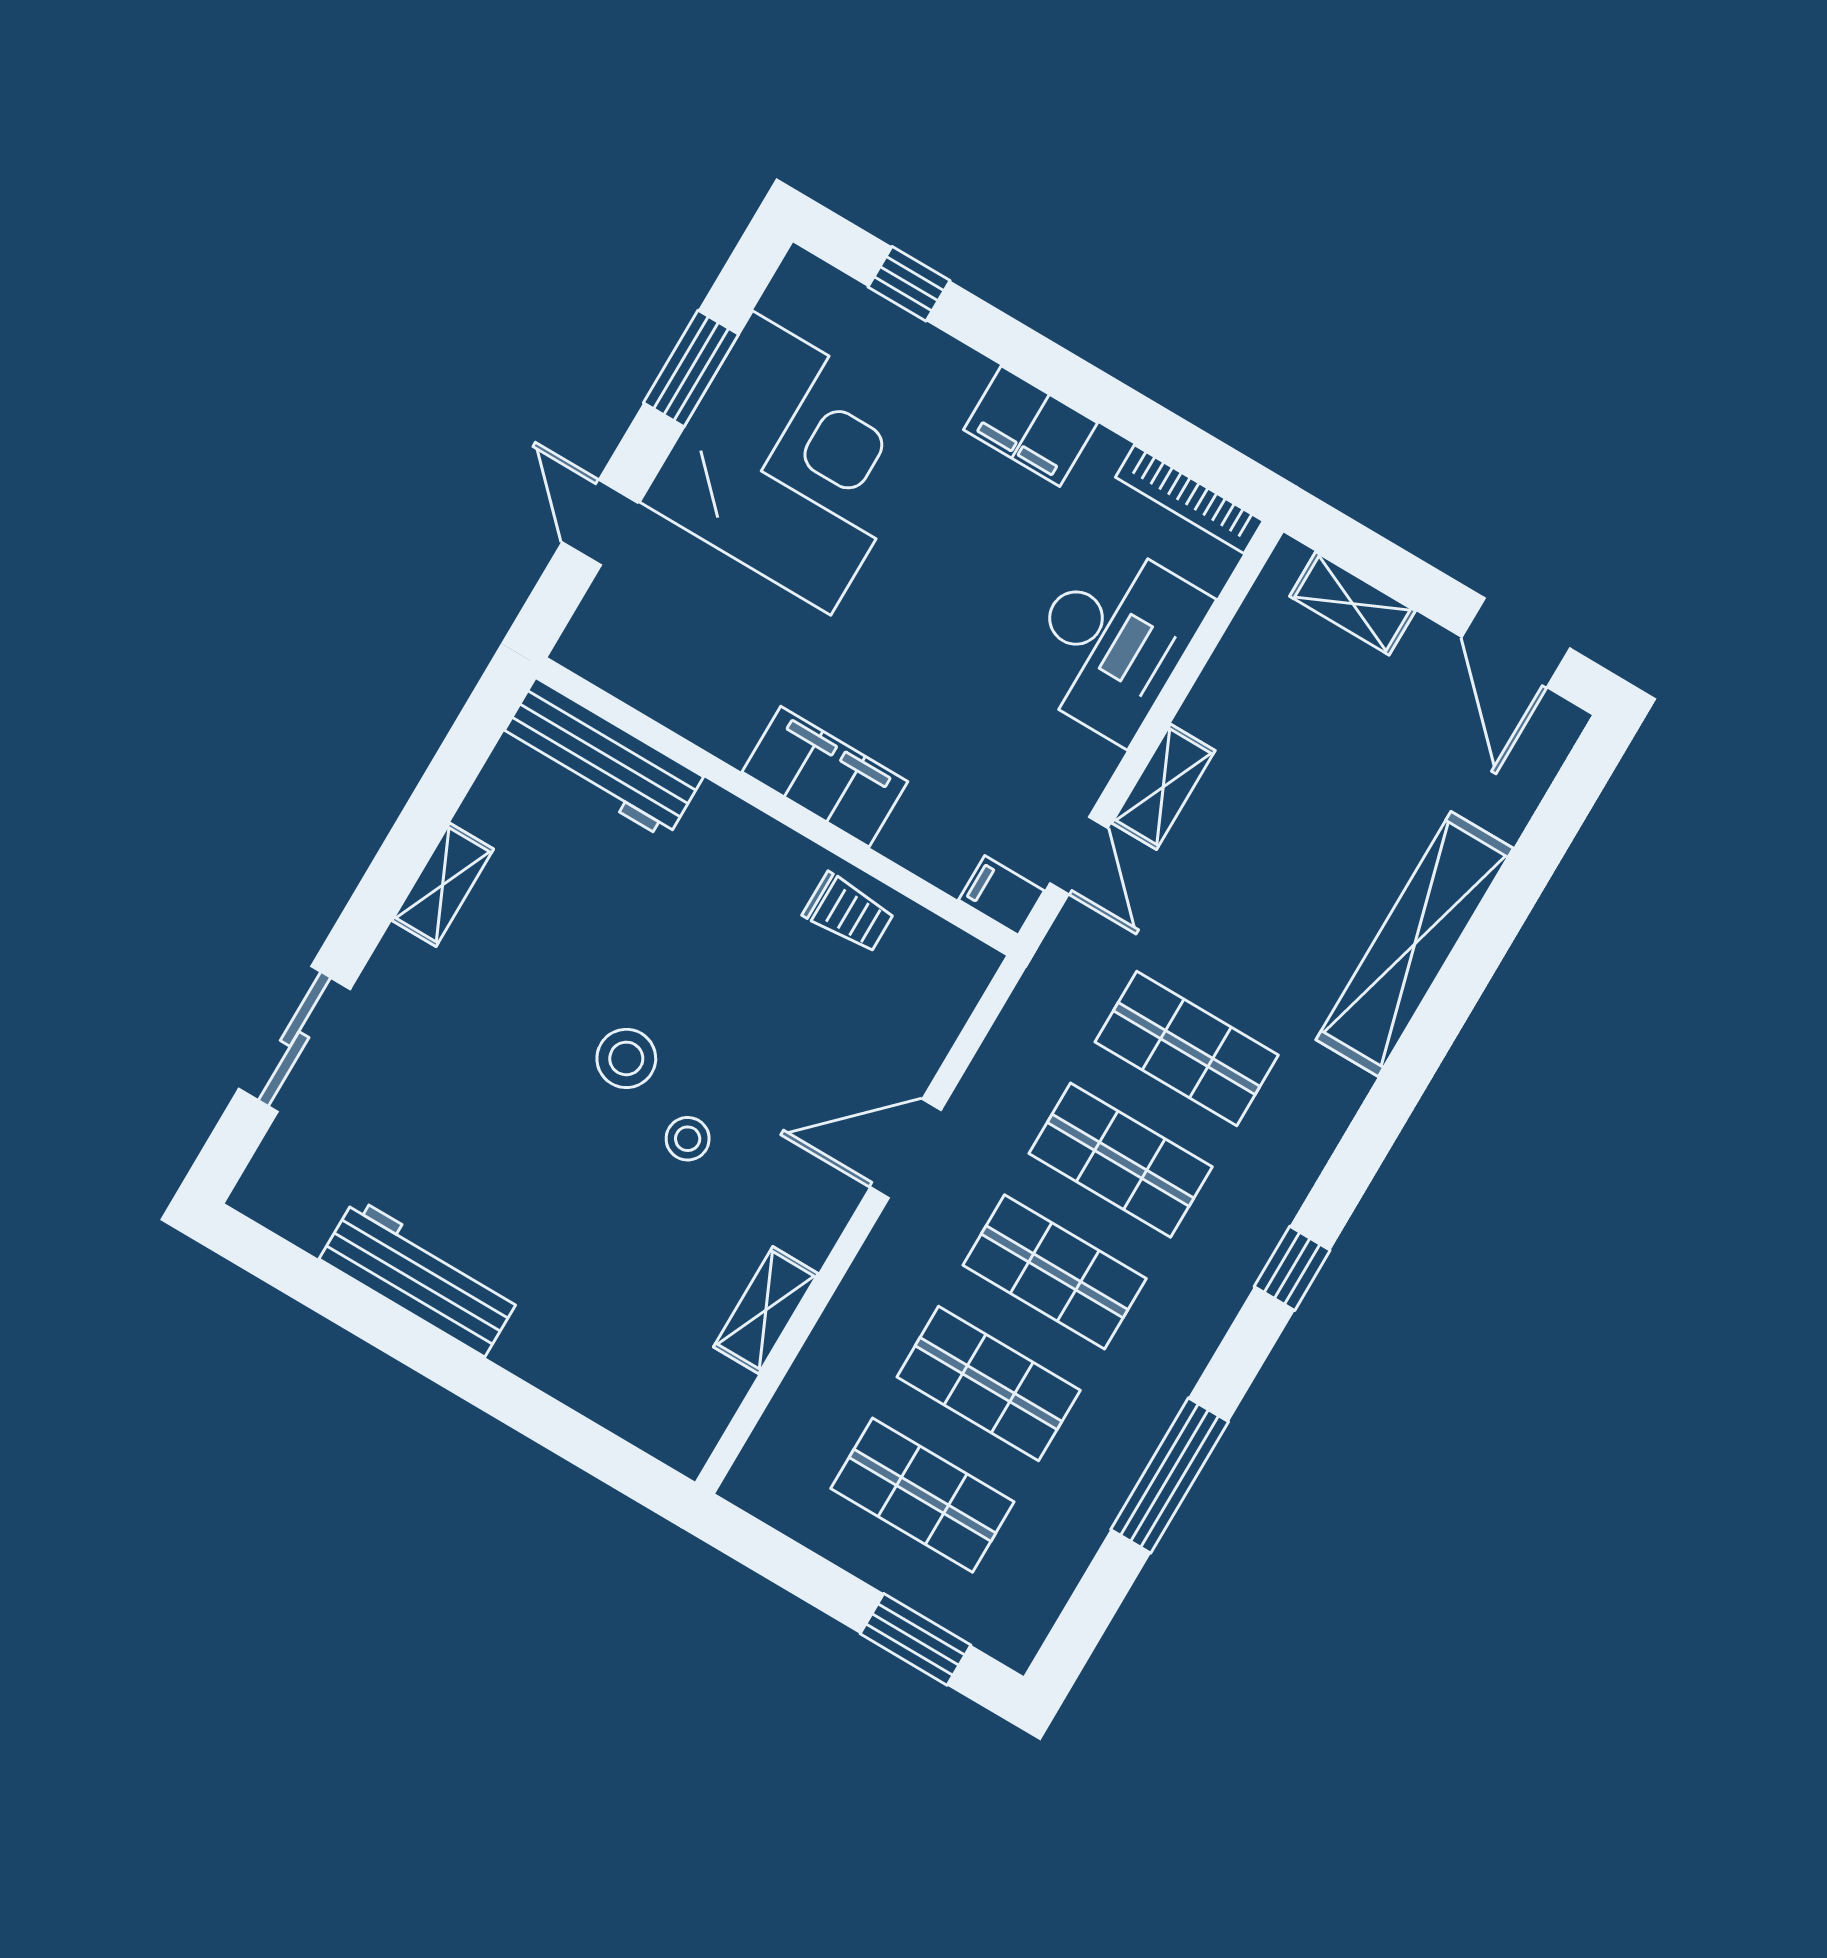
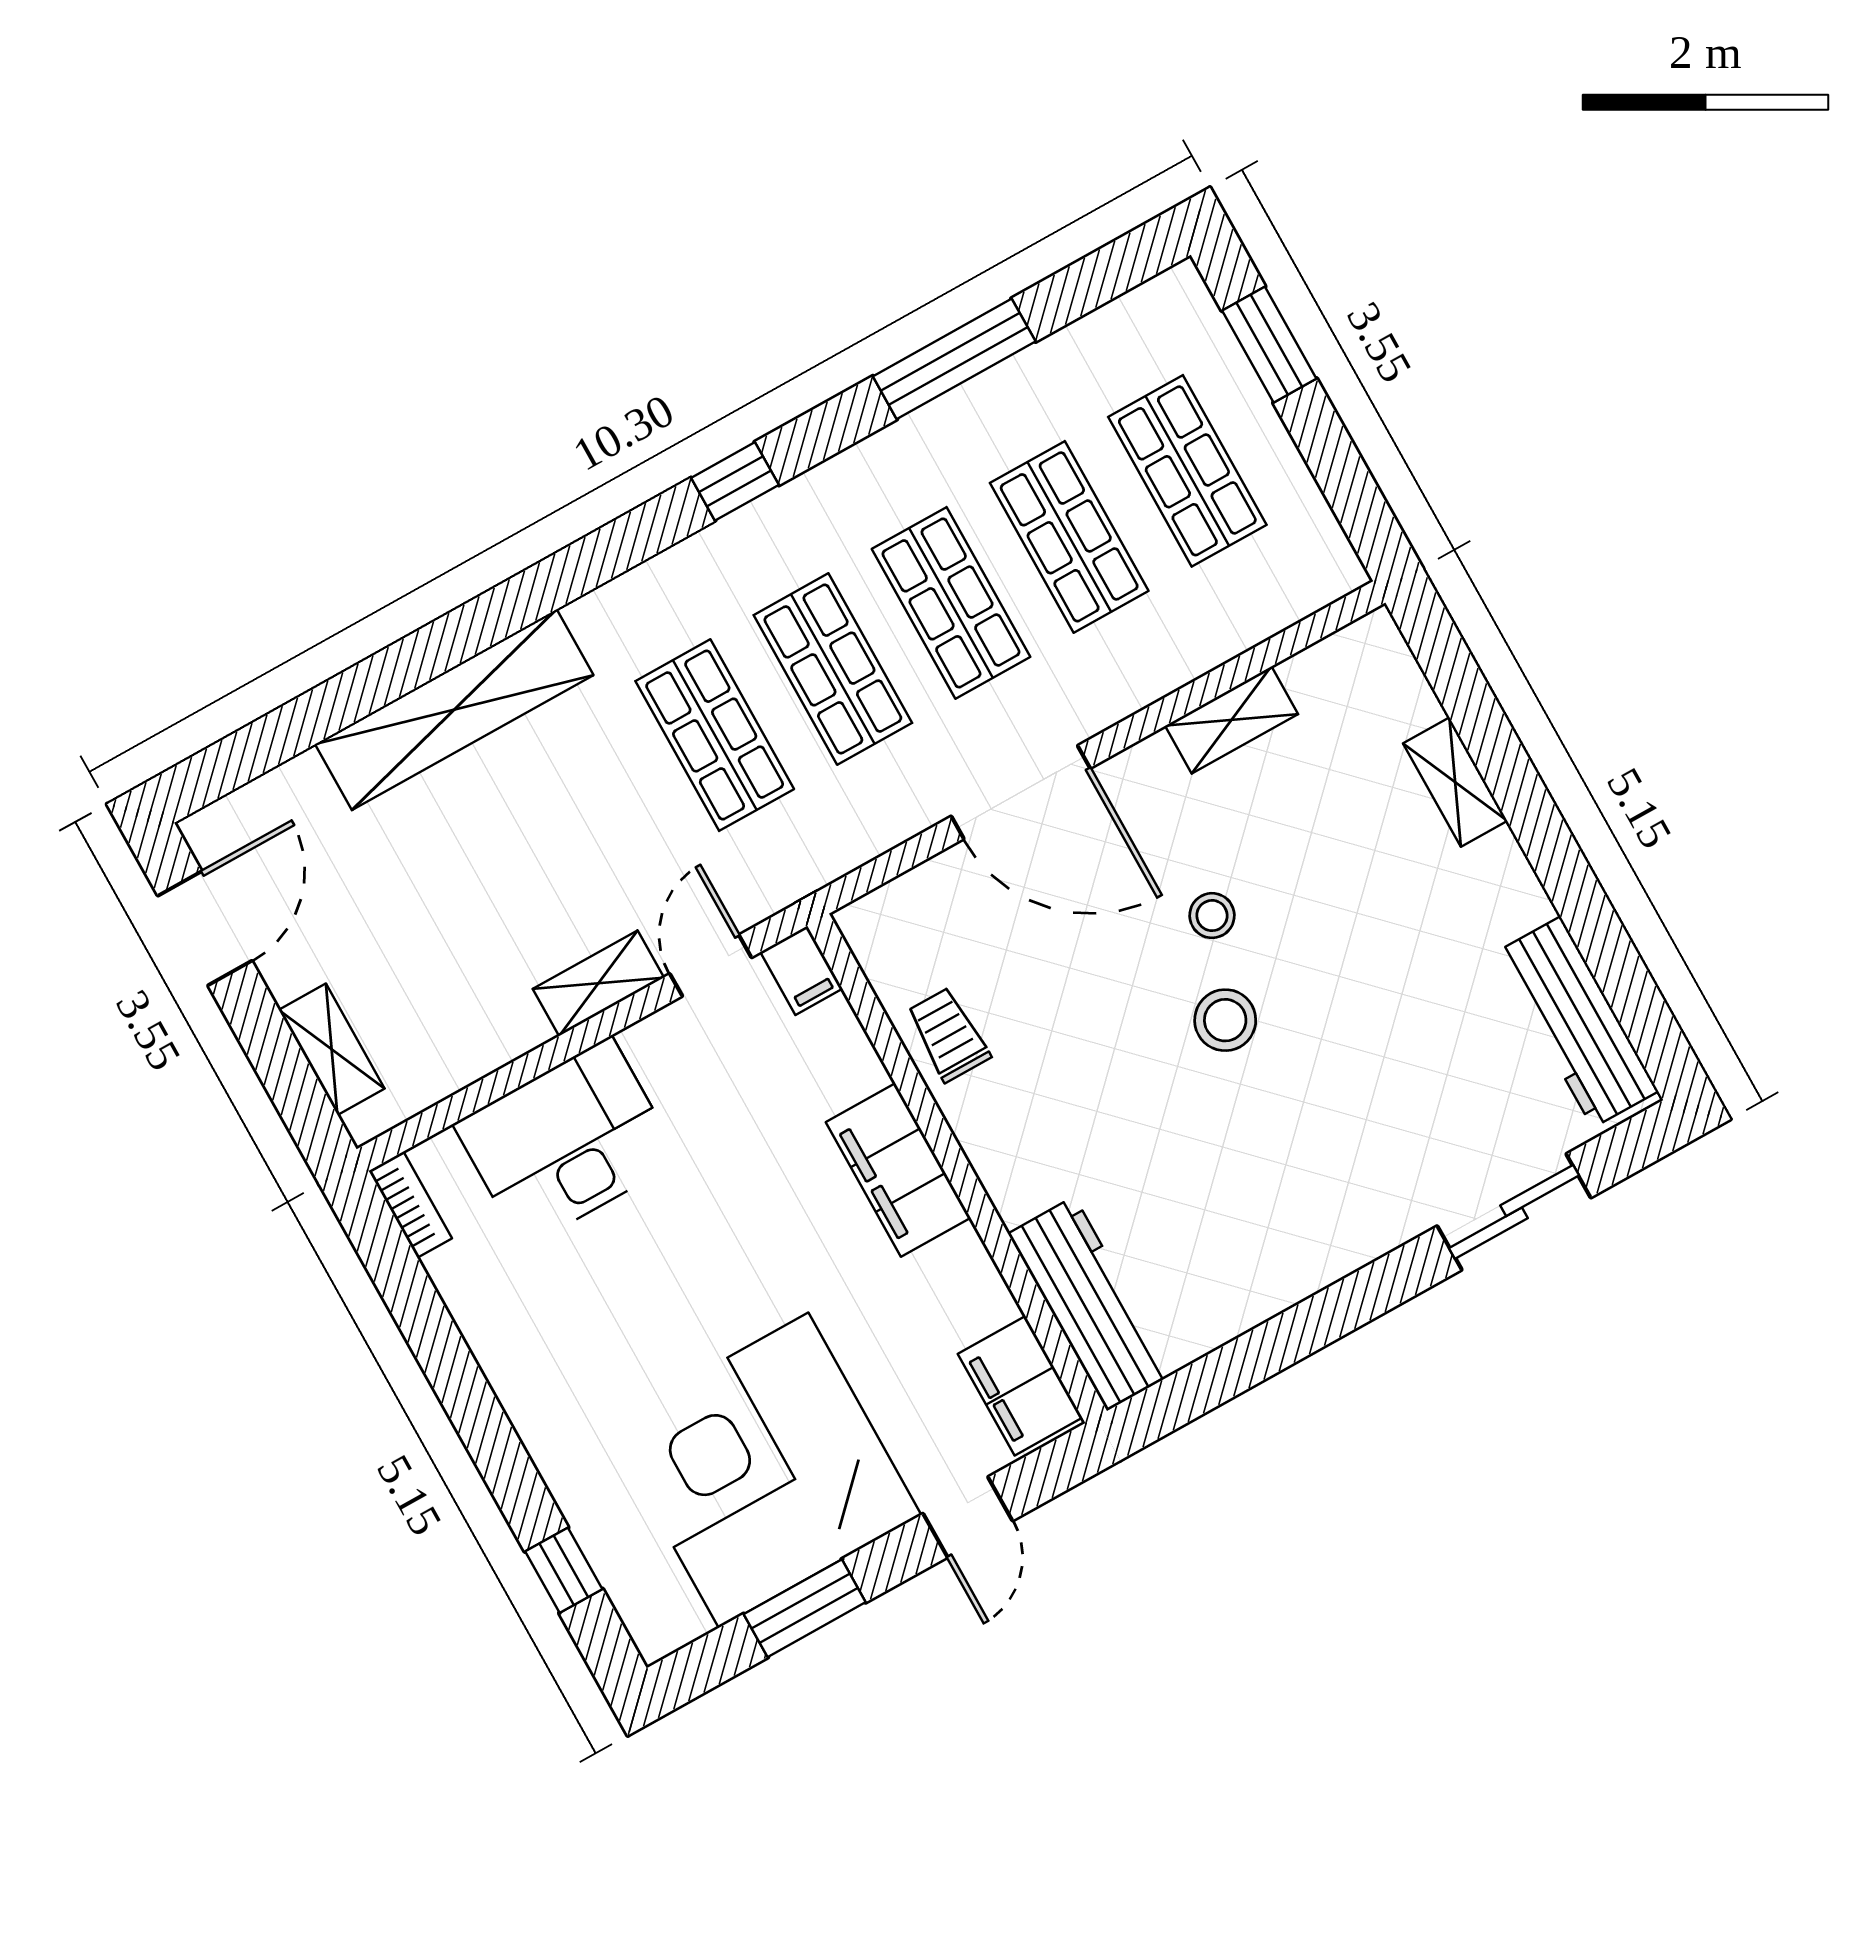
filing cabinet: (1030, 426) -> (1020, 1386), moved, turned 180
bookcase: (1189, 499) -> (410, 1205), width x0.64
shelving: (443, 885) -> (1455, 782), moved, turned 90
door: (906, 1149) -> (1021, 792), width x1.36
workbench: (420, 1277) -> (1577, 1022), moved

